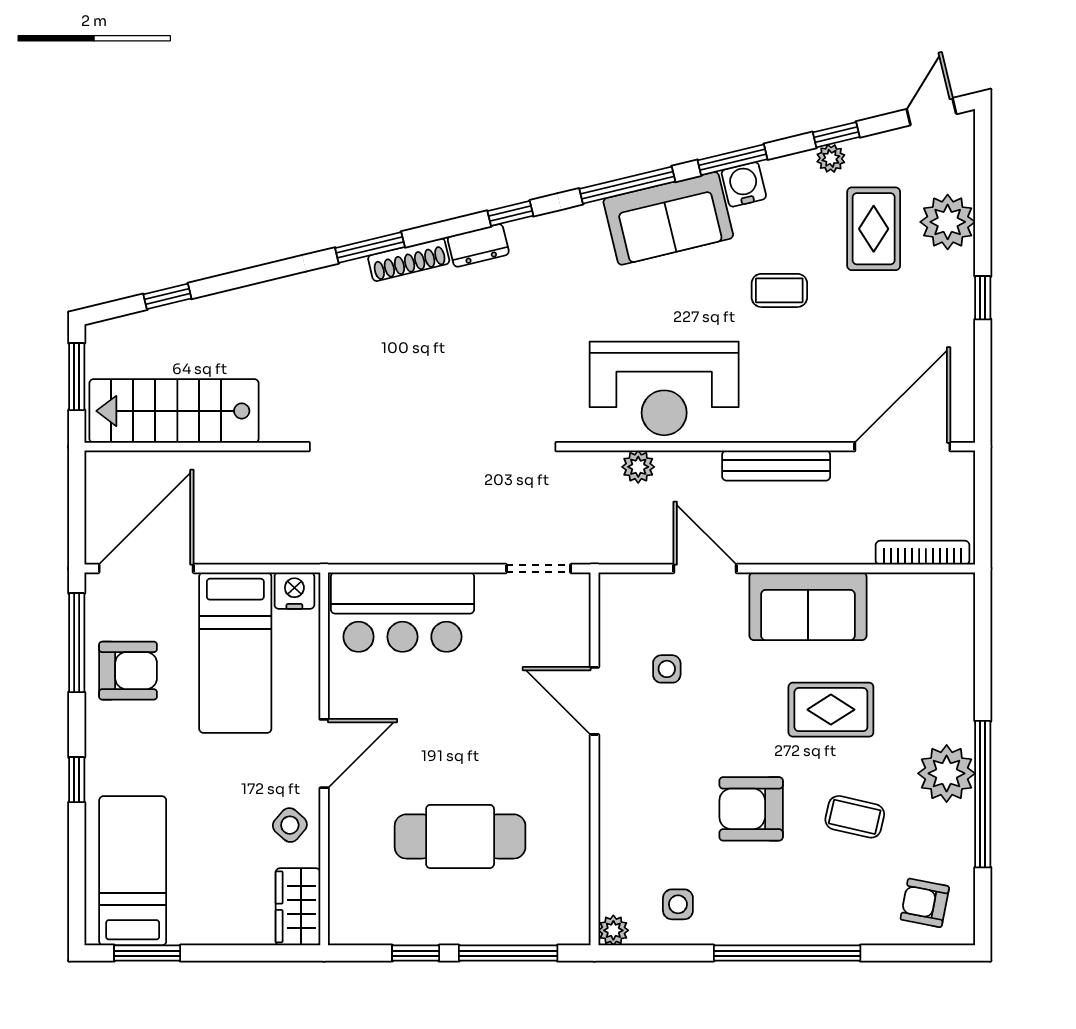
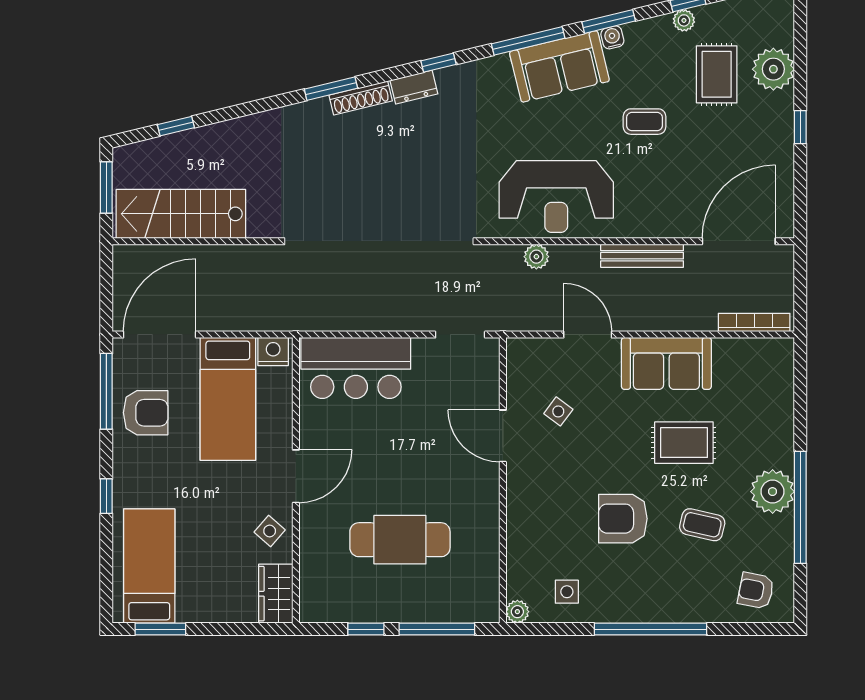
water cooler: (744, 184) -> (612, 37), width x0.72, depth x0.72
side table: (667, 669) -> (558, 411), turned 37

